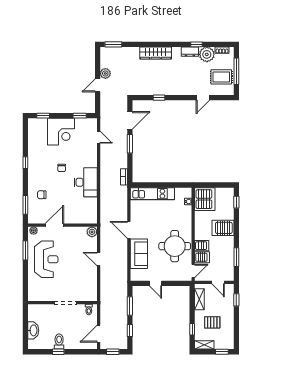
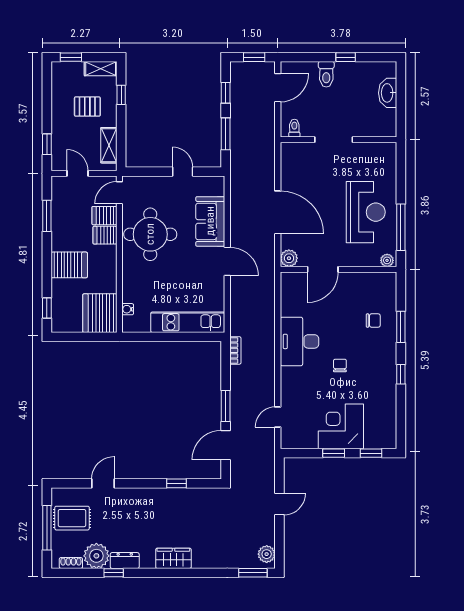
wardrobe: (156, 53) -> (173, 558), width x0.67
plant: (105, 73) -> (267, 554), moved
window: (80, 116) -> (334, 453), moved
door: (99, 137) -> (278, 417), hinge flipped
window: (25, 205) -> (401, 327), moved
door: (54, 225) -> (323, 269), moved
window: (25, 250) -> (401, 227), width x1.44
reception desk: (46, 259) -> (366, 212), turned 180
door: (99, 259) -> (278, 212), width x1.87
toilet: (59, 342) -> (326, 74), moved

